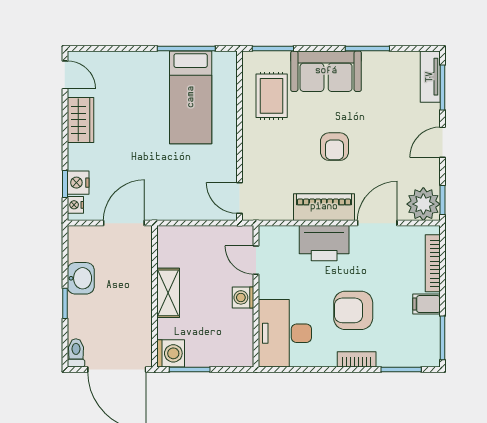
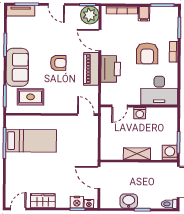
door: (240, 198) -> (86, 115), swing flipped

